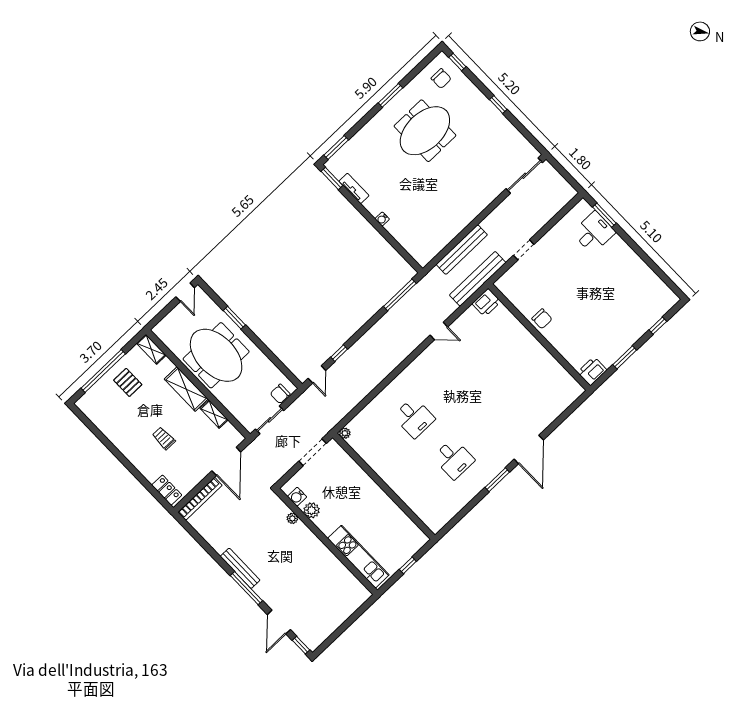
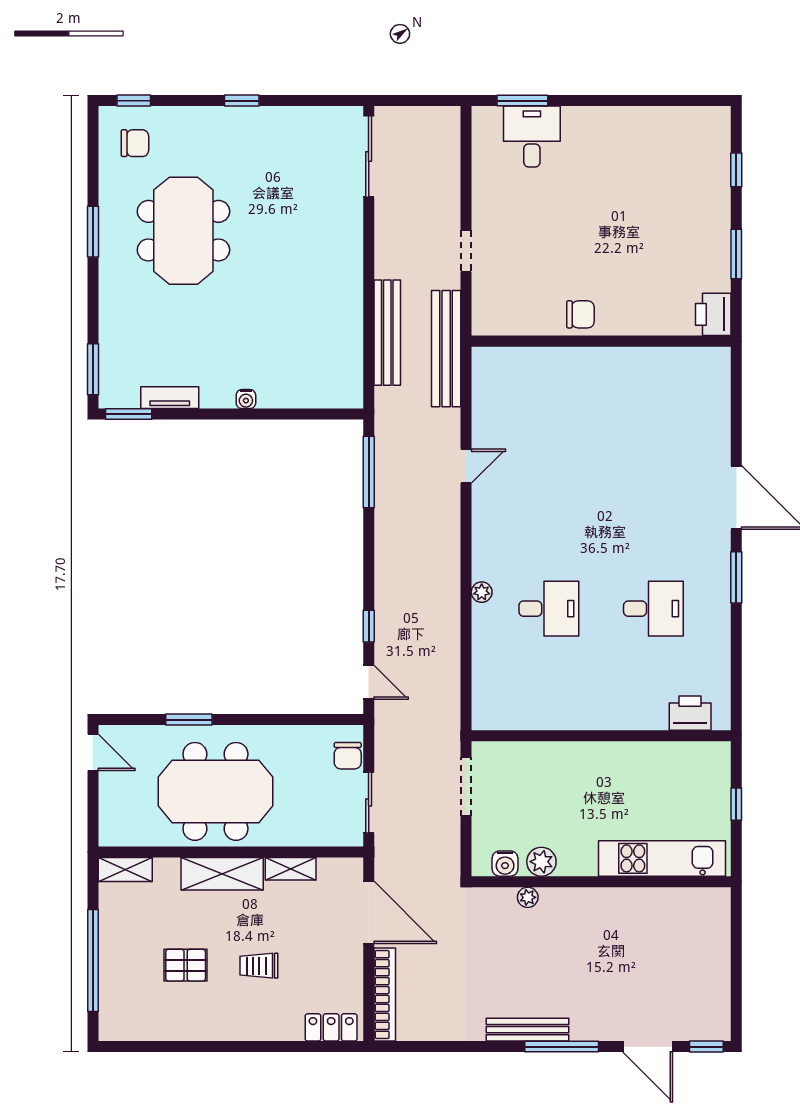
printer: (486, 303) -> (690, 713), moved, turned -90
pallet: (128, 382) -> (186, 965), moved
plant: (345, 433) -> (482, 592), moved

